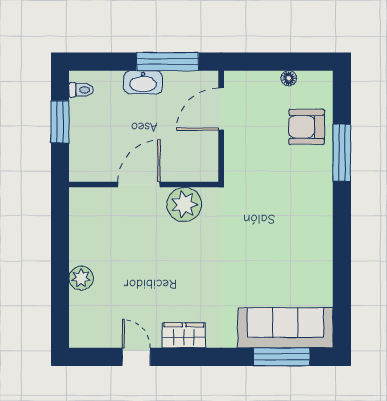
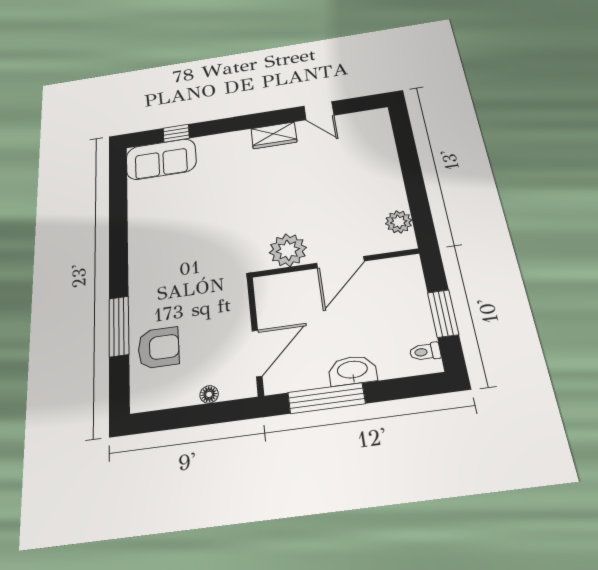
floor lamp: (289, 78) -> (209, 394), moved
plant: (81, 278) -> (399, 222), moved
sofa: (285, 328) -> (161, 159), width x0.73
window: (282, 357) -> (176, 133), width x0.46

